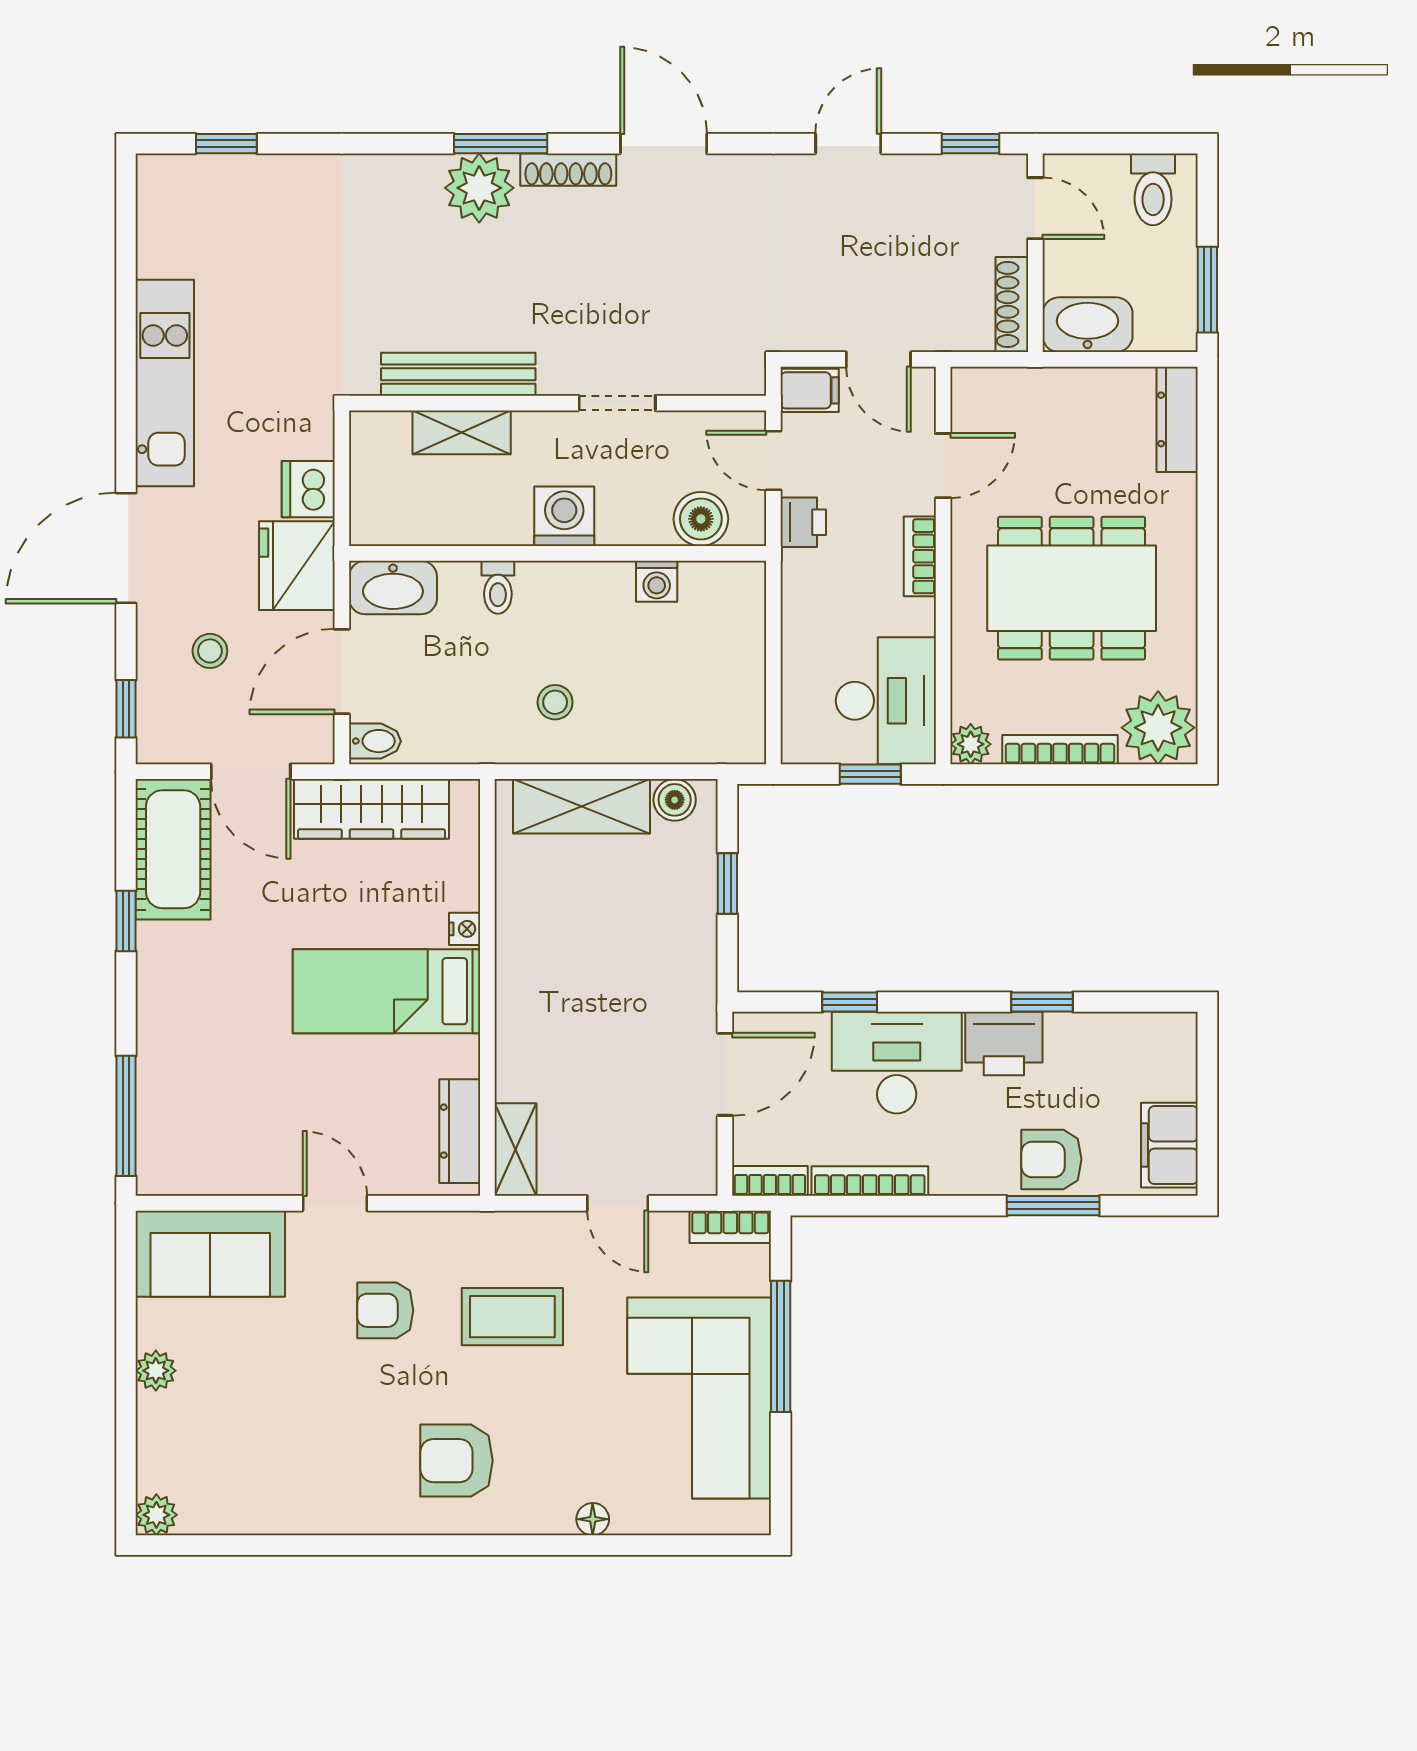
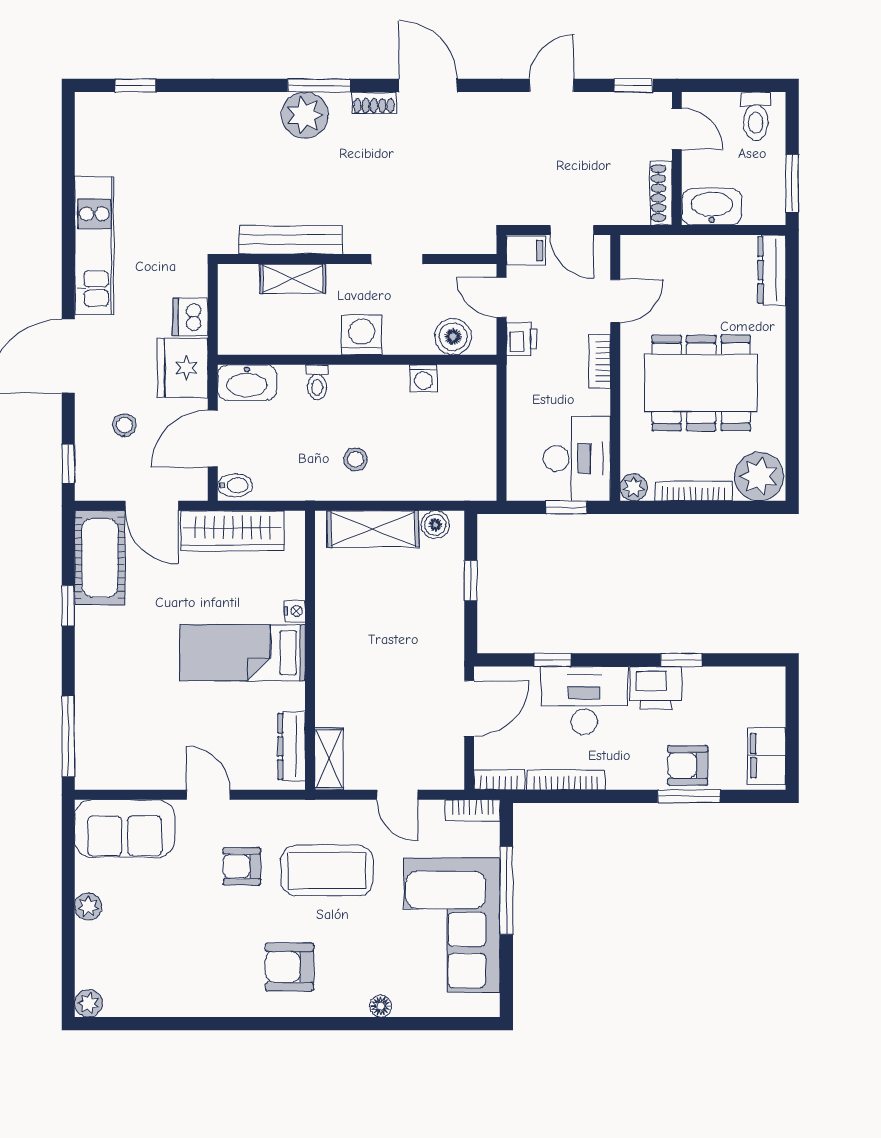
shoe rack: (568, 170) -> (374, 103), width x0.70
coffee table: (512, 1317) -> (327, 871), width x1.36, depth x1.32

